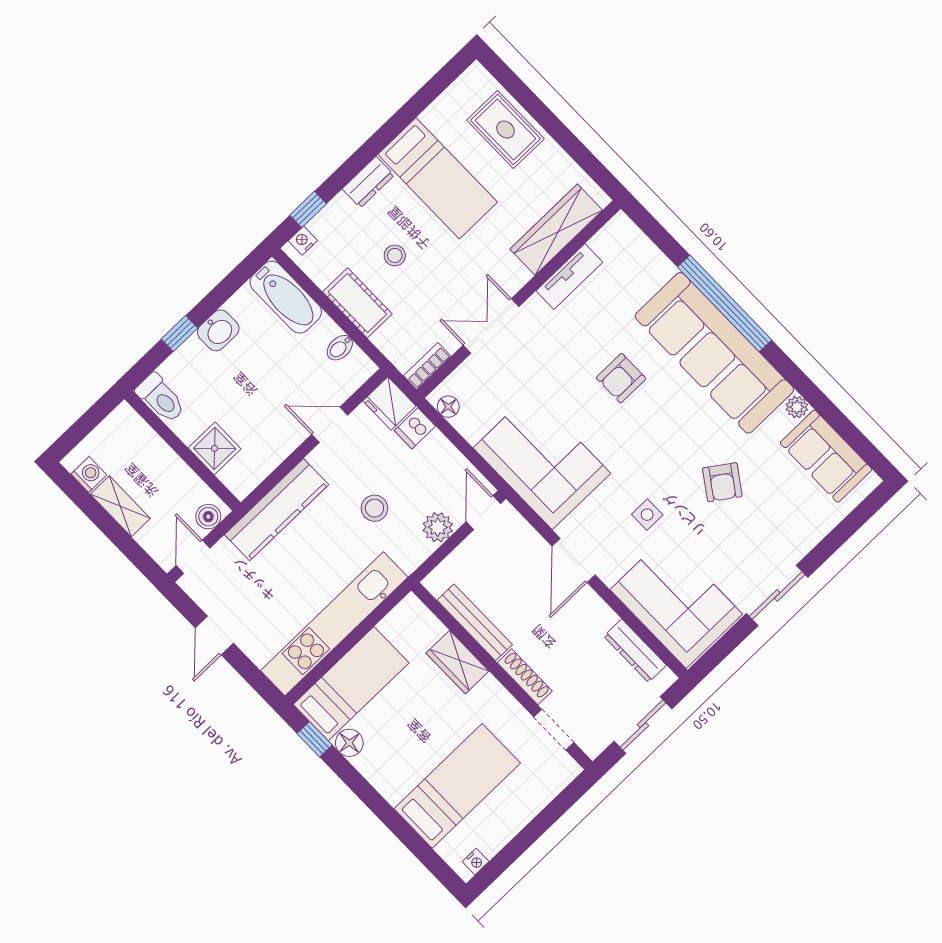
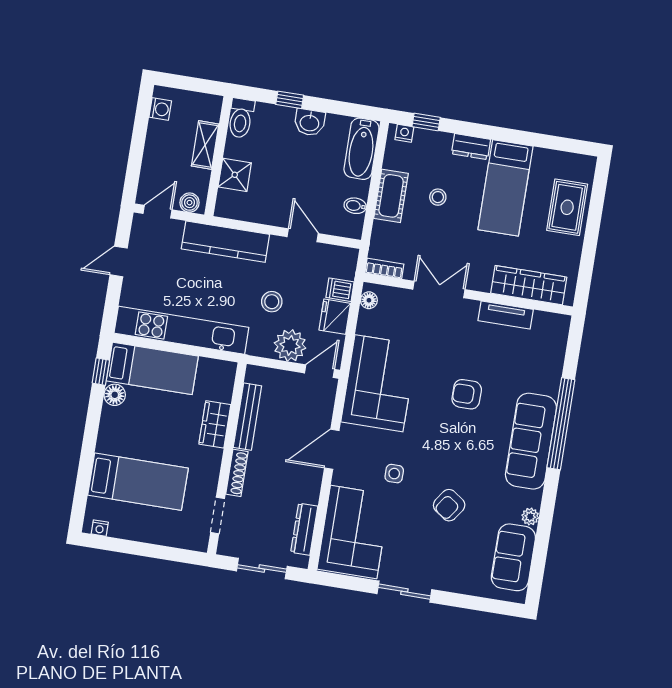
sofa: (714, 353) -> (531, 441), width x0.74, depth x0.79
fridge: (389, 403) -> (335, 317), moved
shelving: (120, 506) -> (205, 145), moved
plant: (438, 527) -> (290, 345), width x1.36, depth x1.36

